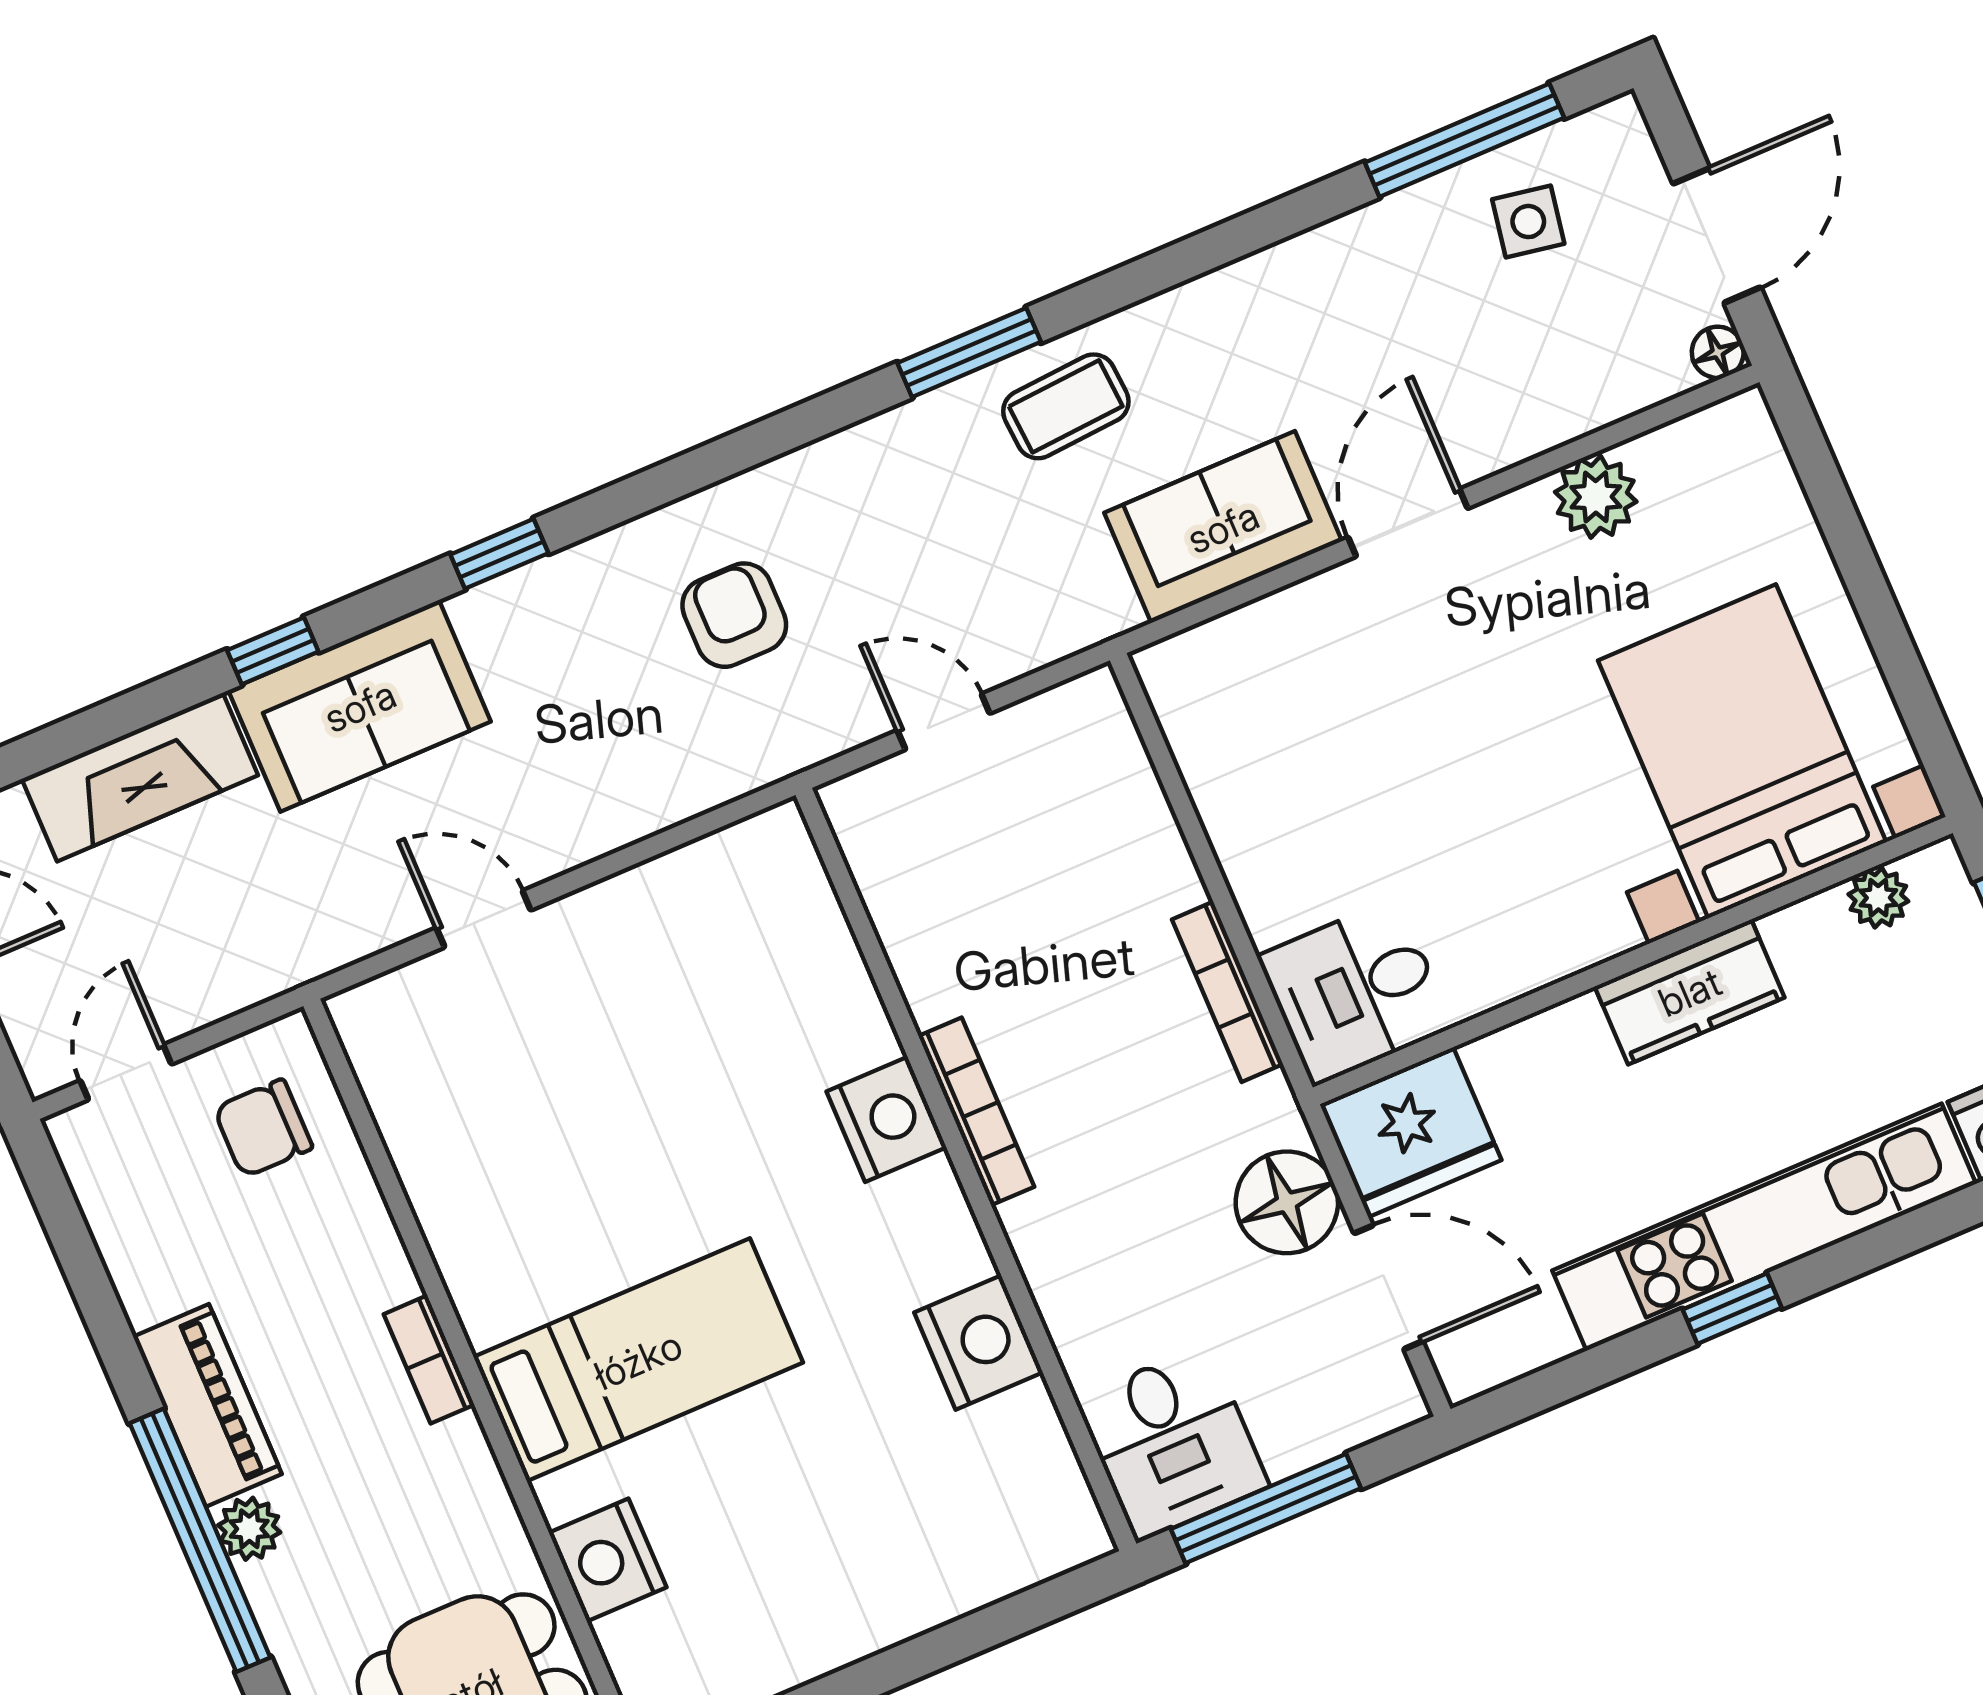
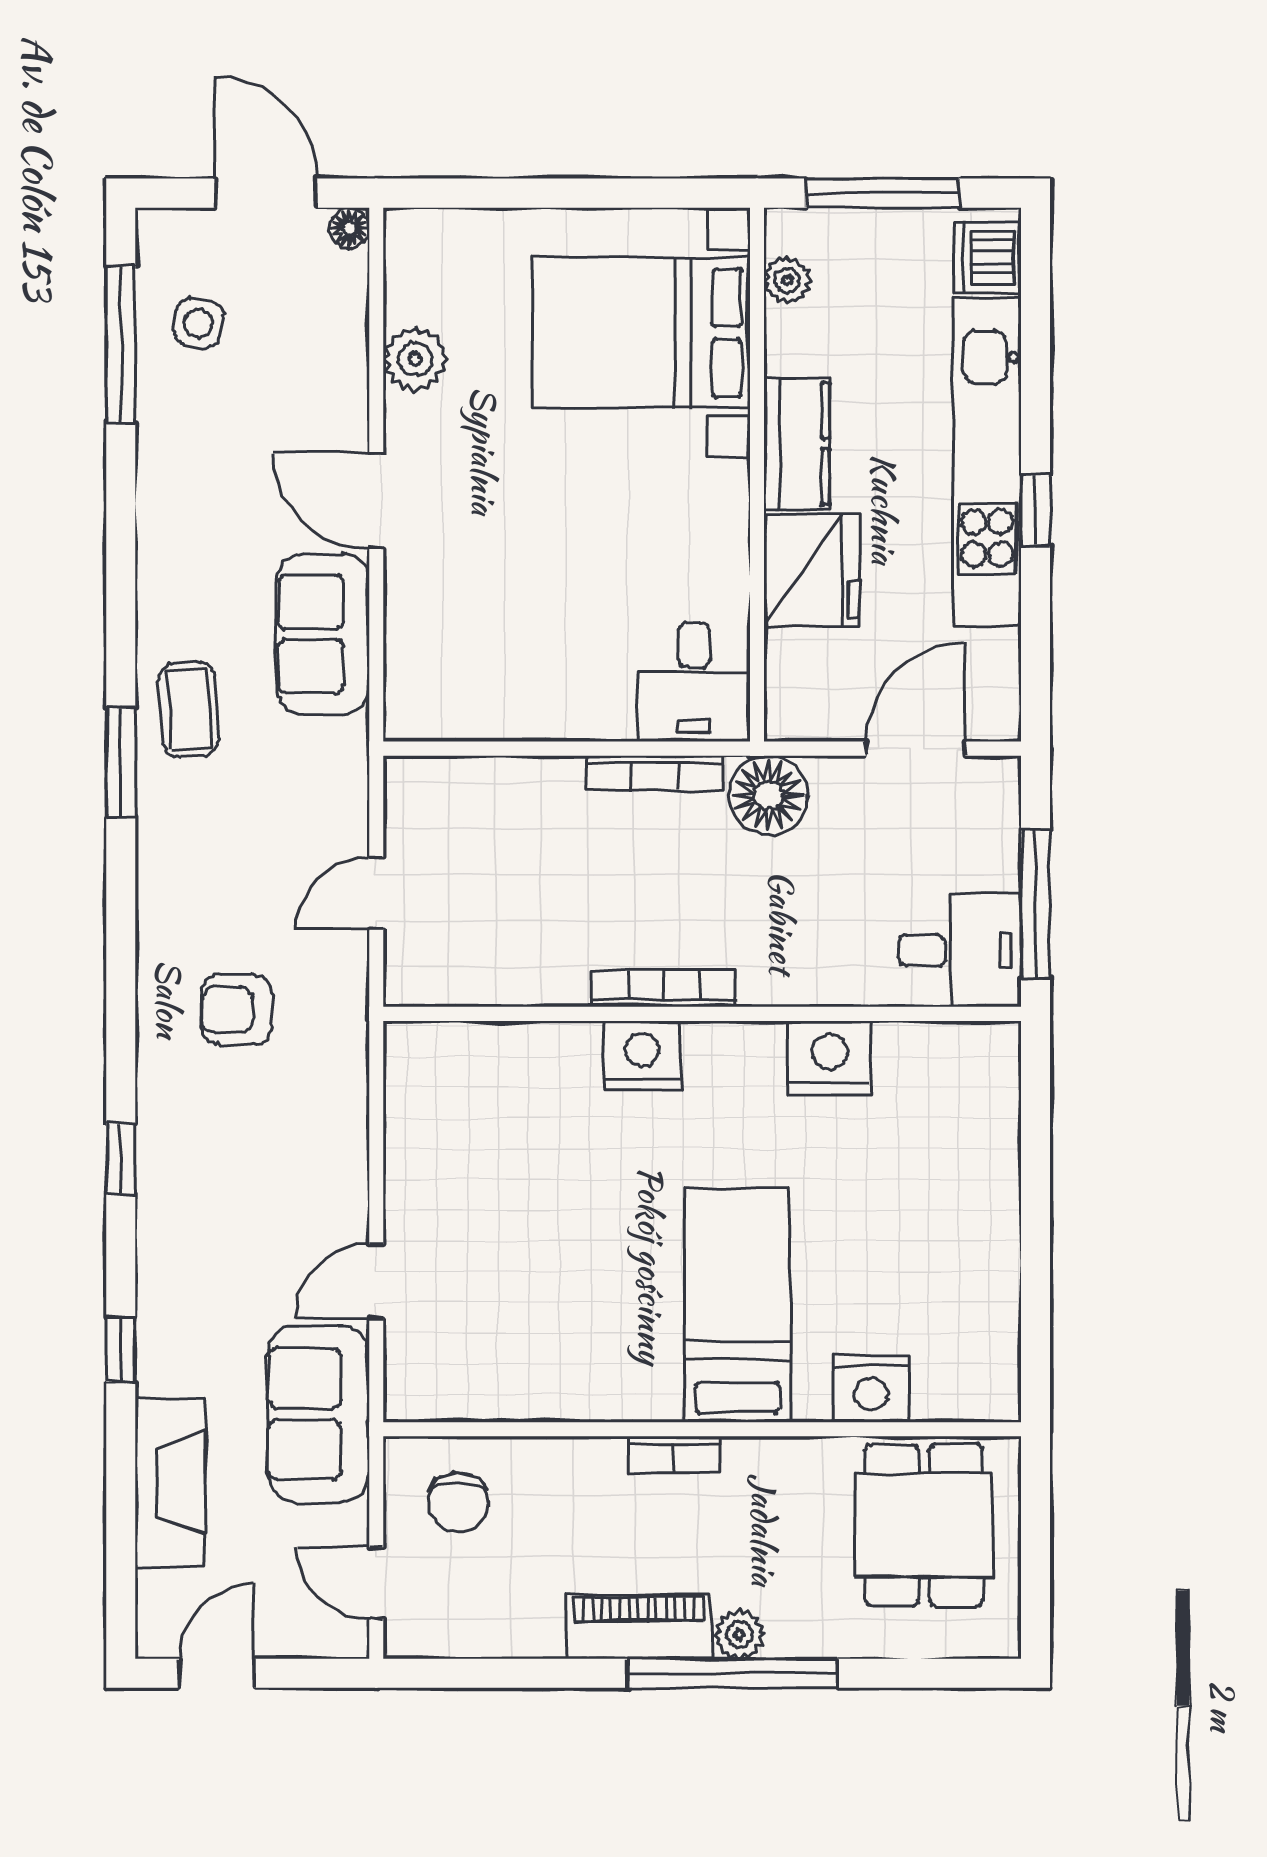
sofa: (360, 706) -> (318, 1414), moved, turned 180
fridge: (1411, 1132) -> (812, 571), moved
floor lamp: (1287, 1202) -> (768, 795), moved

